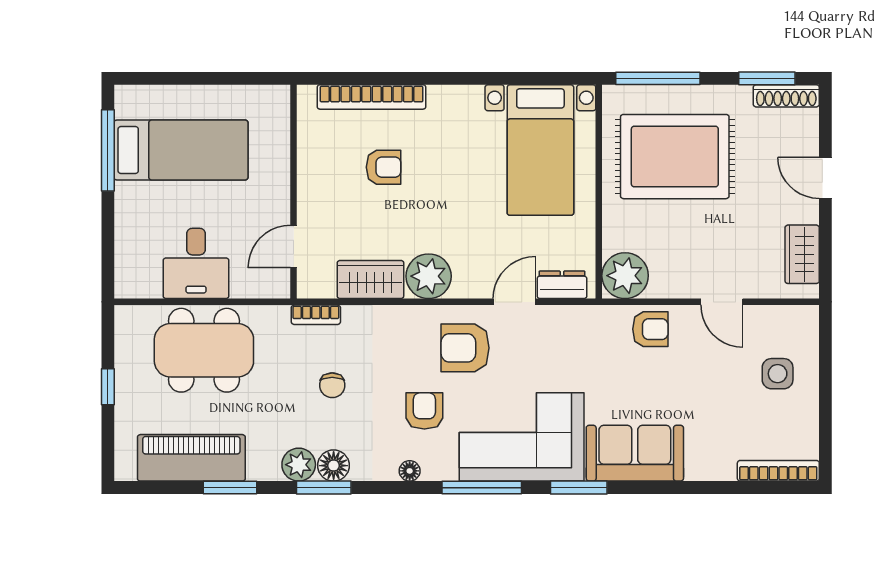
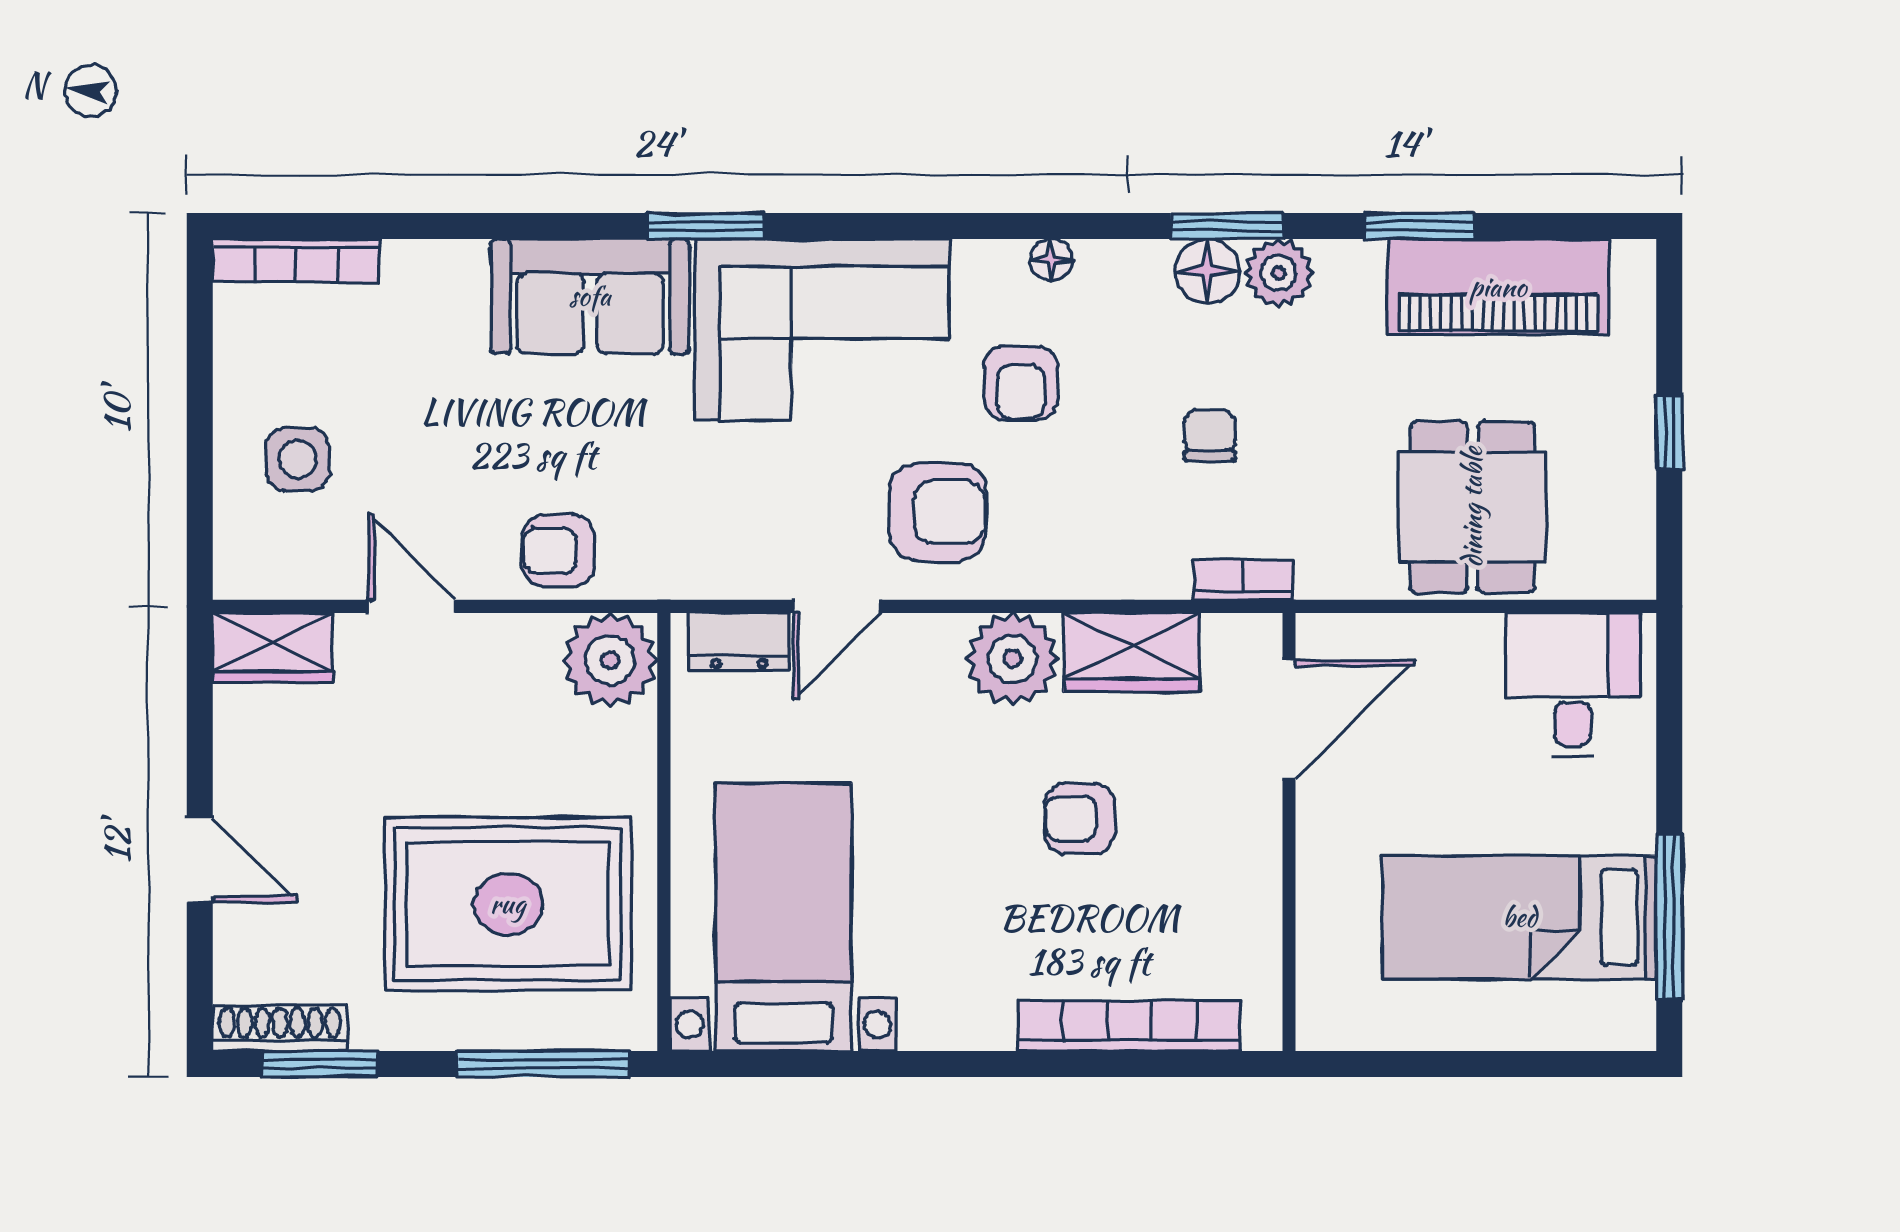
armchair: (384, 167) -> (1080, 819), moved
door: (294, 246) -> (1289, 720), width x1.38
wardrobe: (802, 254) -> (273, 648), moved, turned 90
desk: (196, 263) -> (1573, 685), moved
dining table: (204, 350) -> (1472, 507), width x0.73
window: (482, 488) -> (904, 226), removed

